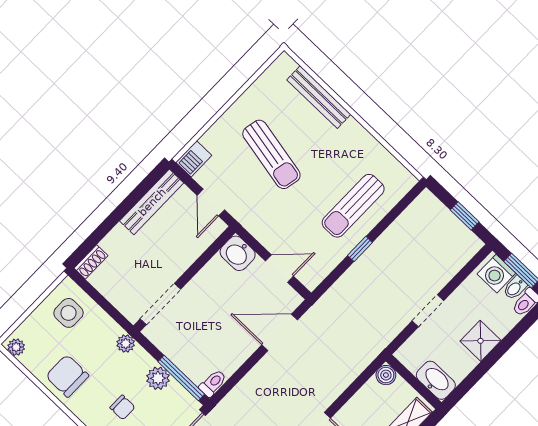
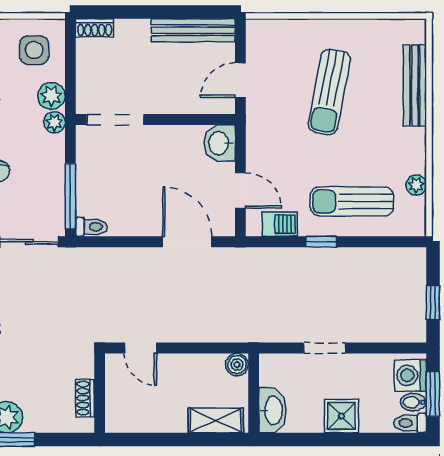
plant: (381, 156) -> (416, 185), added
barbecue: (194, 159) -> (280, 224), moved, turned 180
plant: (158, 378) -> (51, 96), moved

